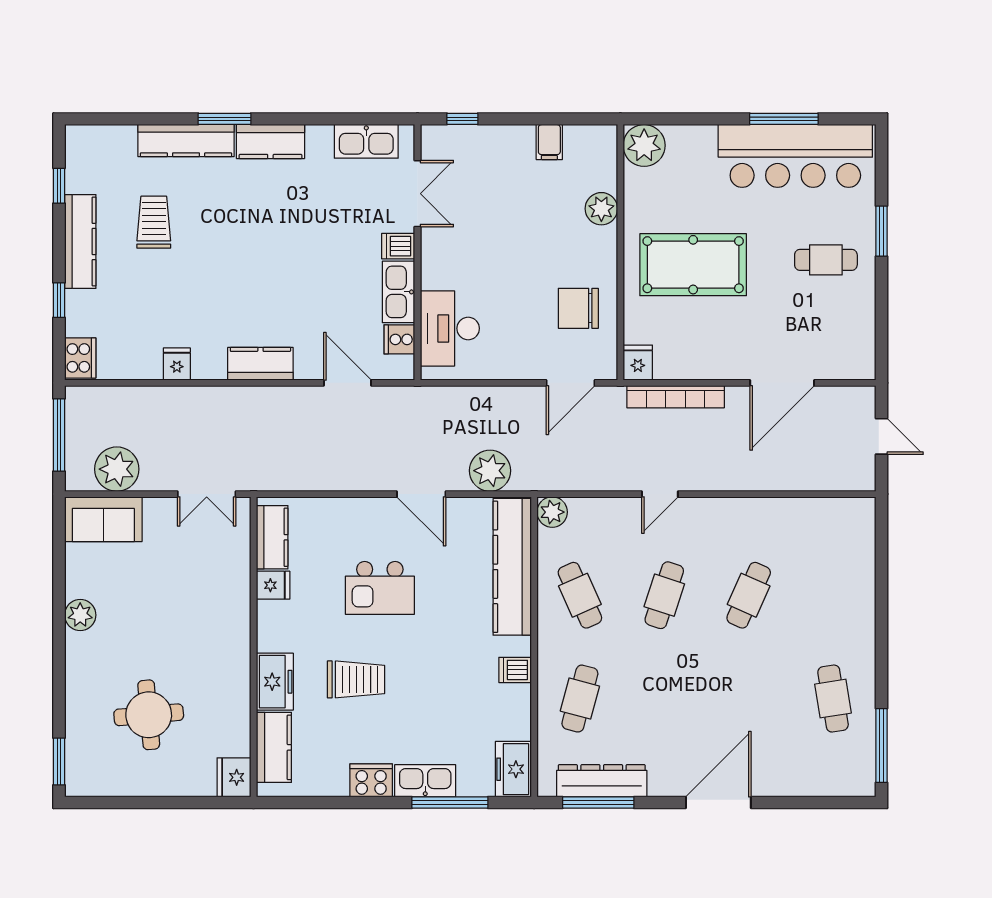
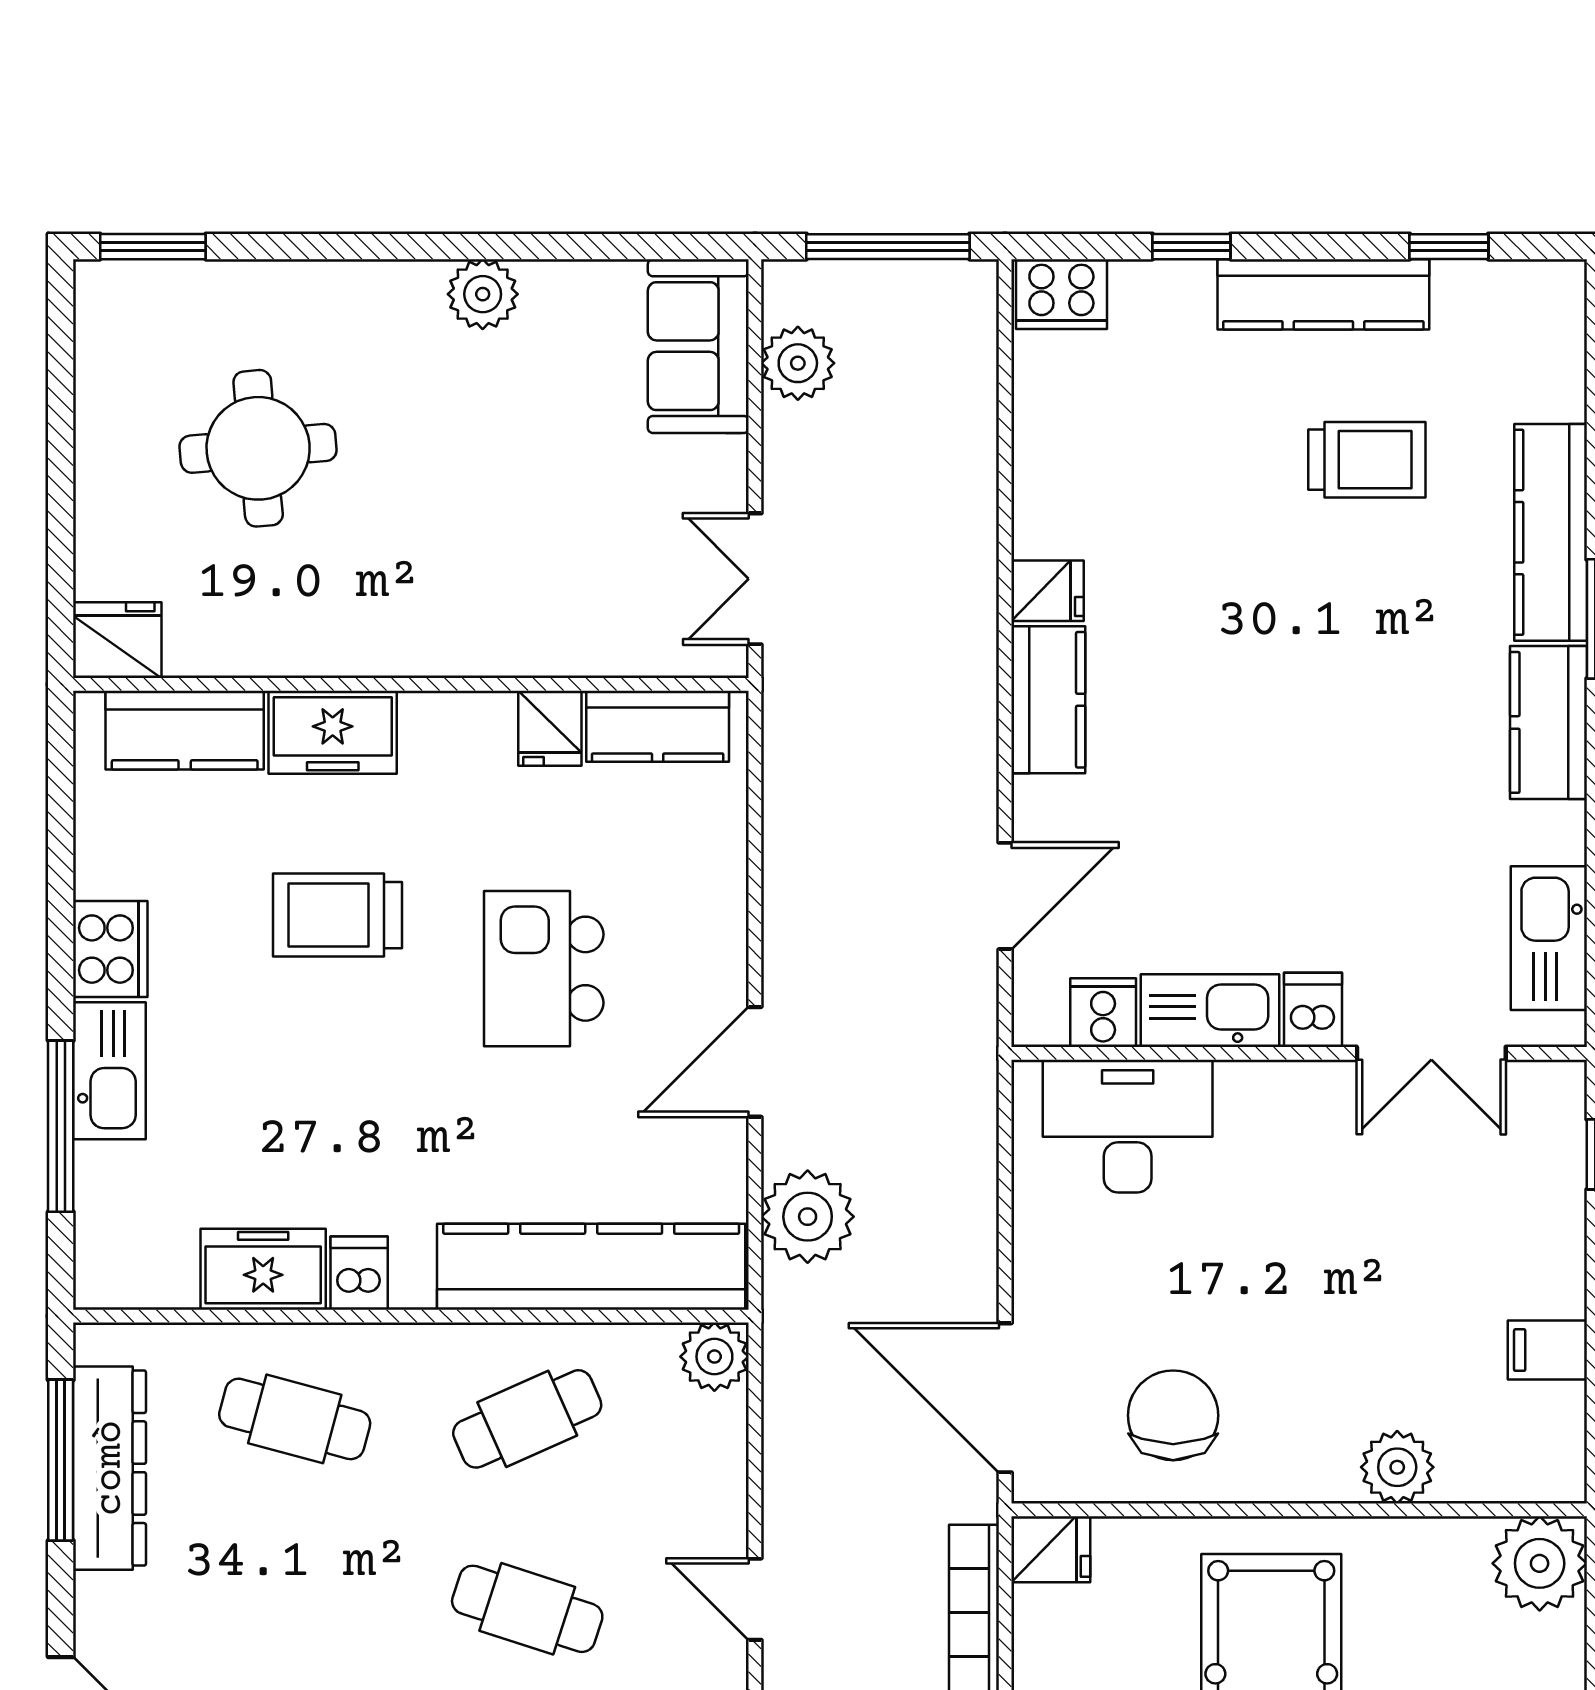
fridge: (177, 364) -> (1048, 591), moved
door: (571, 383) -> (1005, 1398), width x1.36
plant: (117, 469) -> (798, 363), width x0.73, depth x0.73
trolley: (356, 679) -> (338, 915), turned 90
freezer: (513, 769) -> (263, 1269), moved

